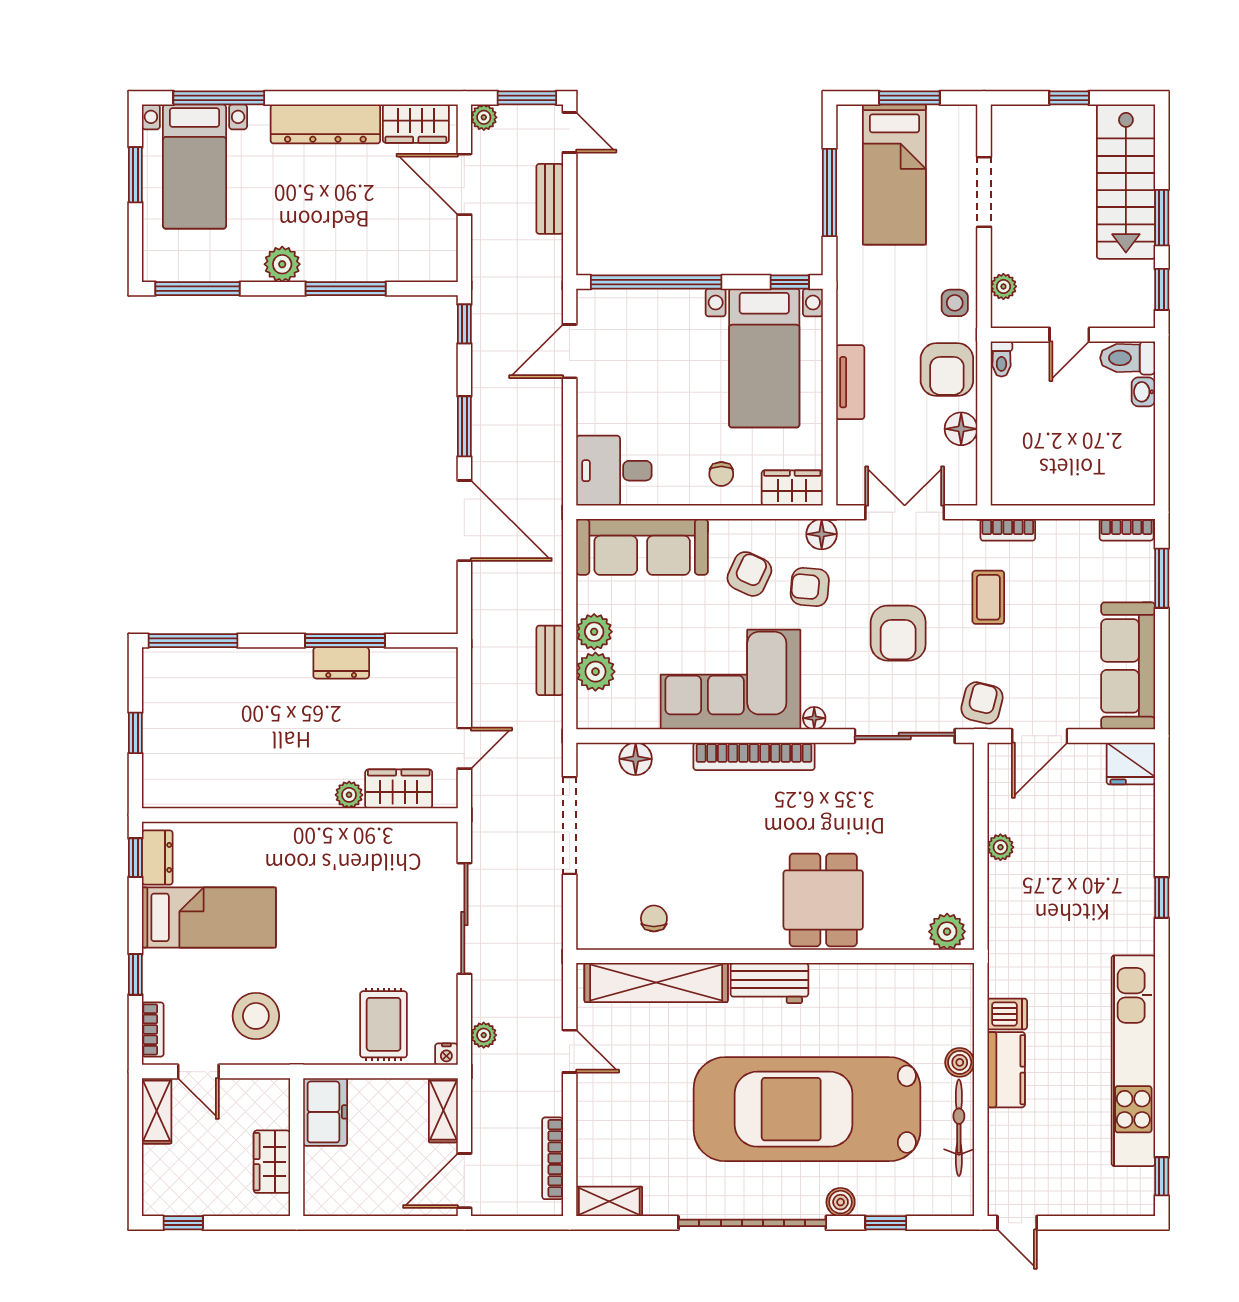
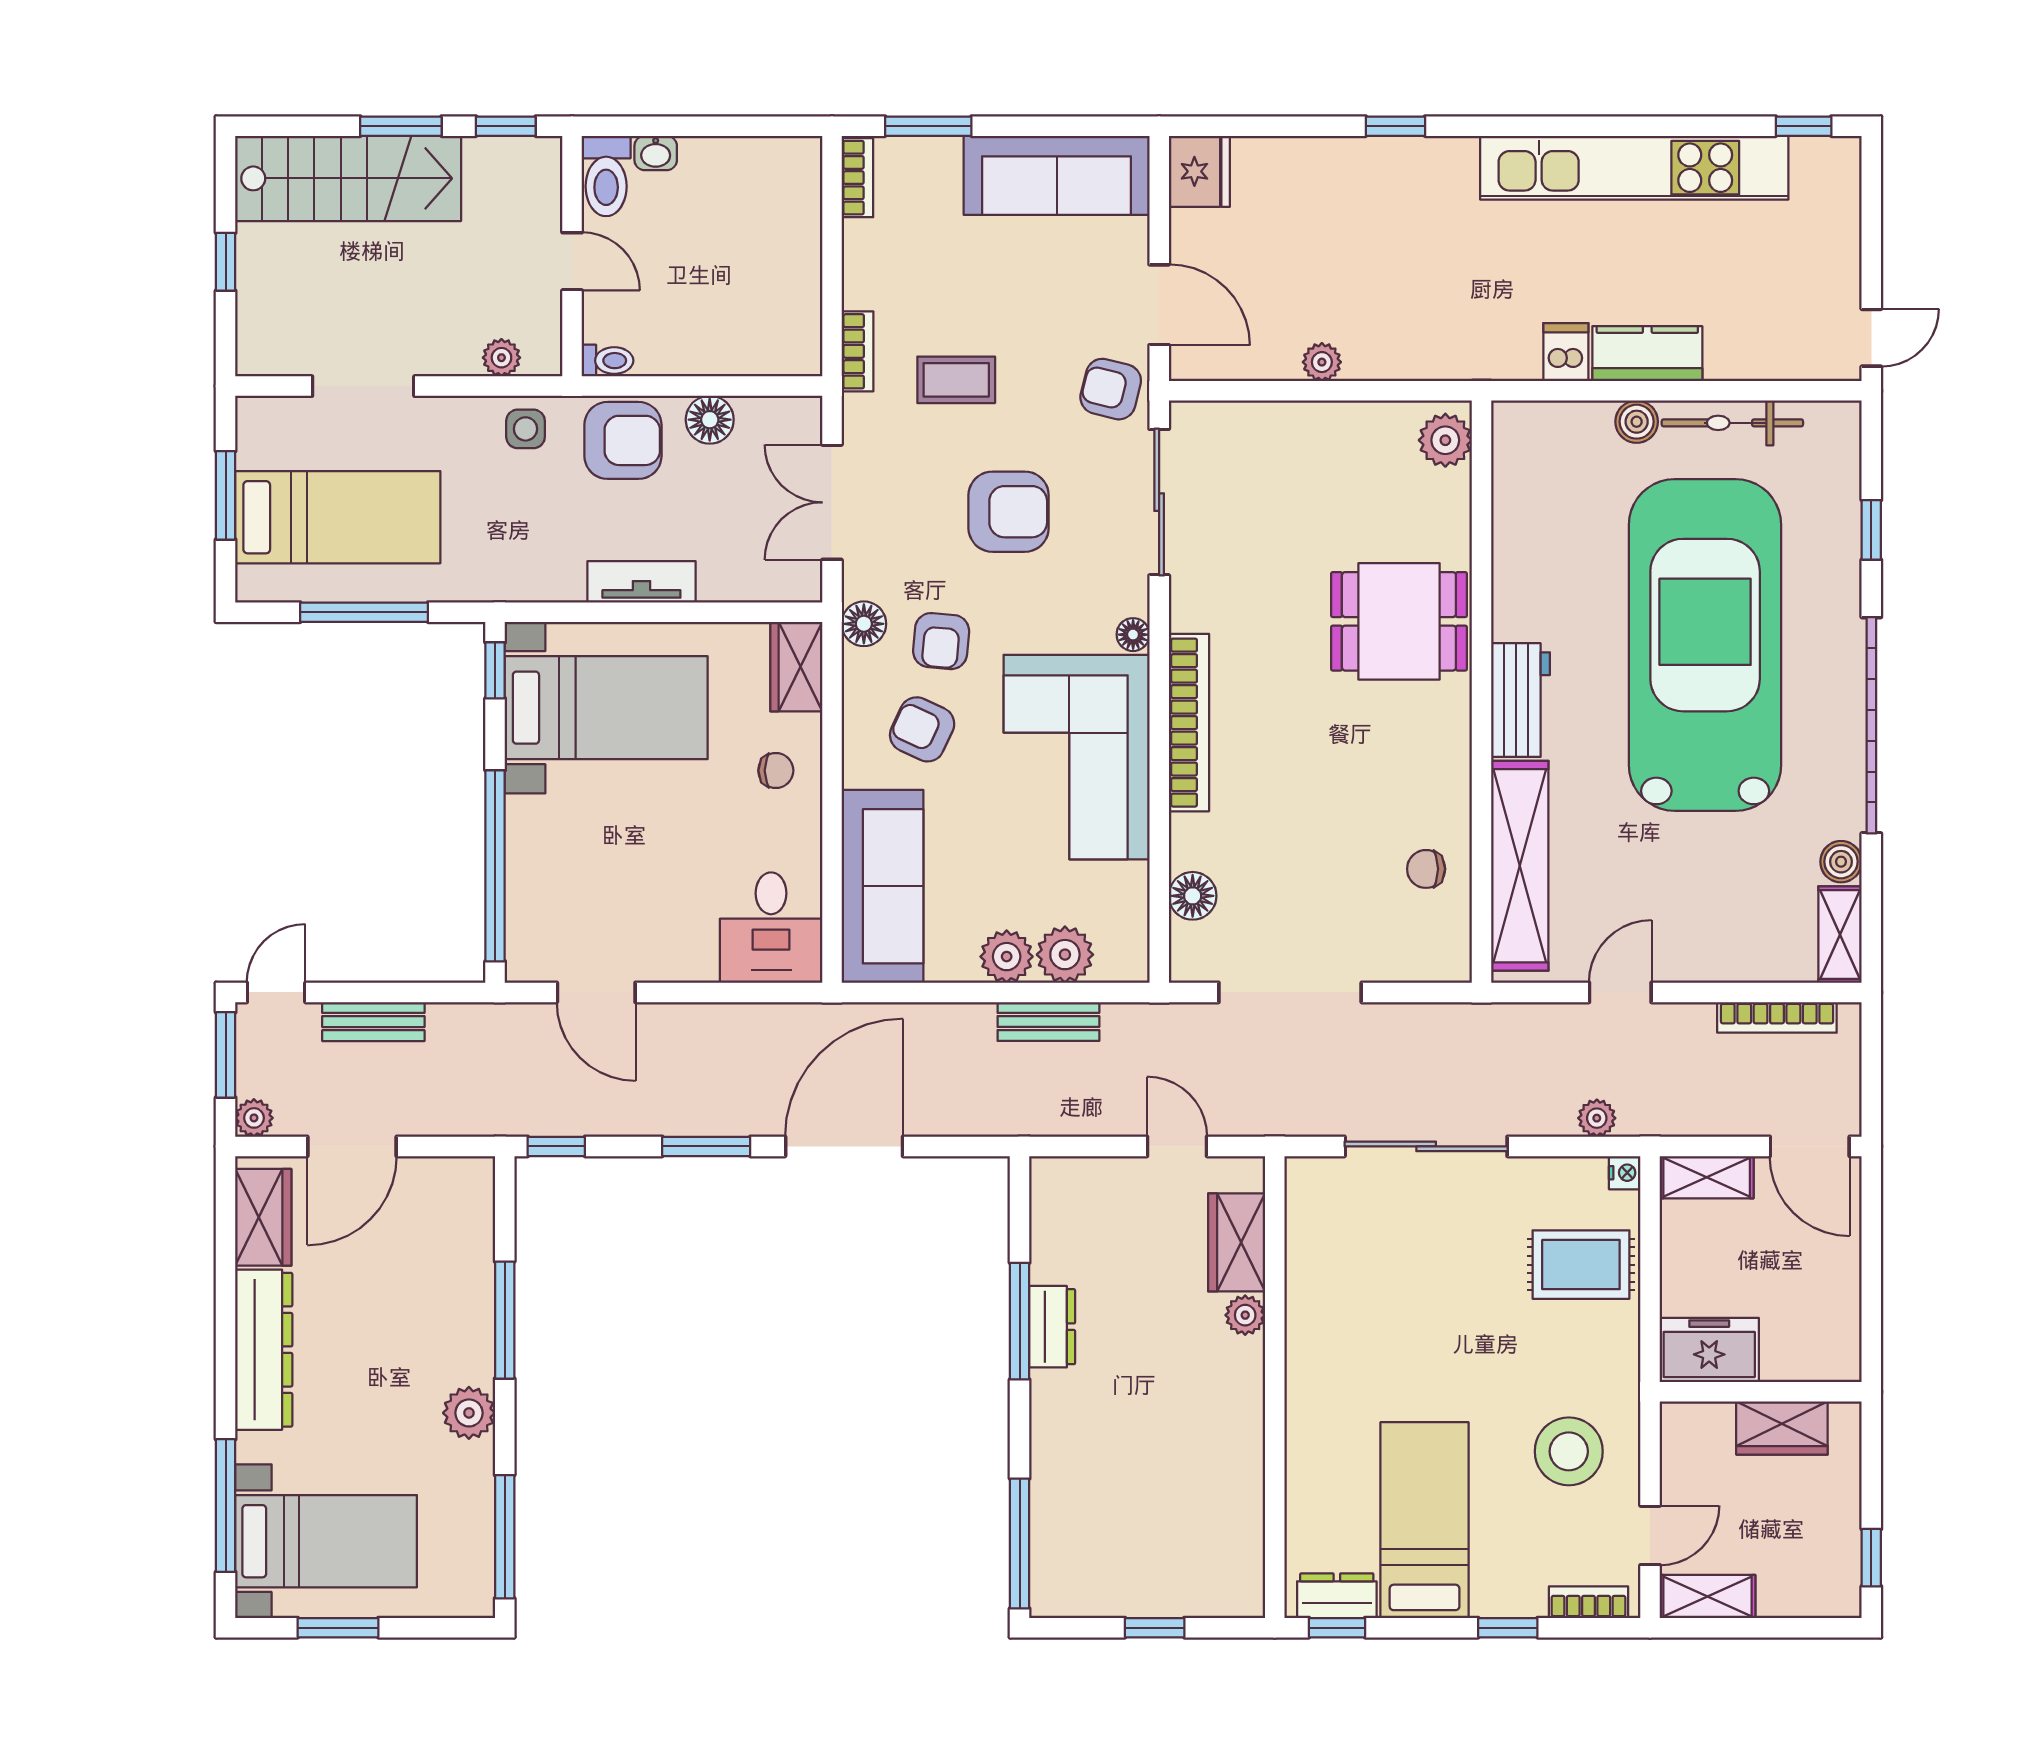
car: (807, 1109) -> (1705, 645), turned 180
boiler: (841, 1202) -> (1841, 862), moved

